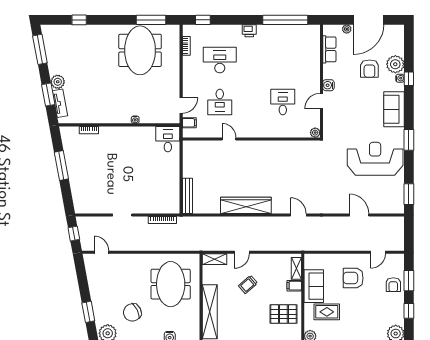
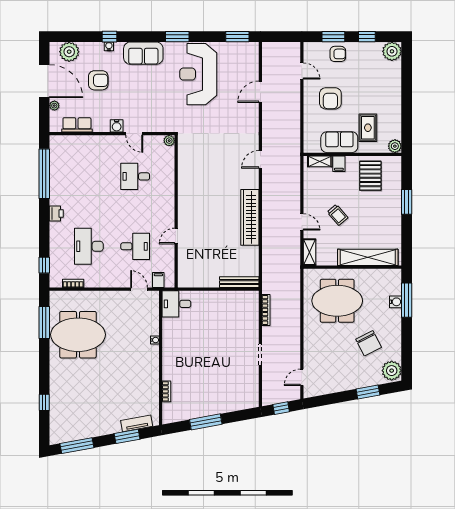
plant: (395, 64) -> (69, 52), moved
plant: (58, 82) -> (113, 426), removed

